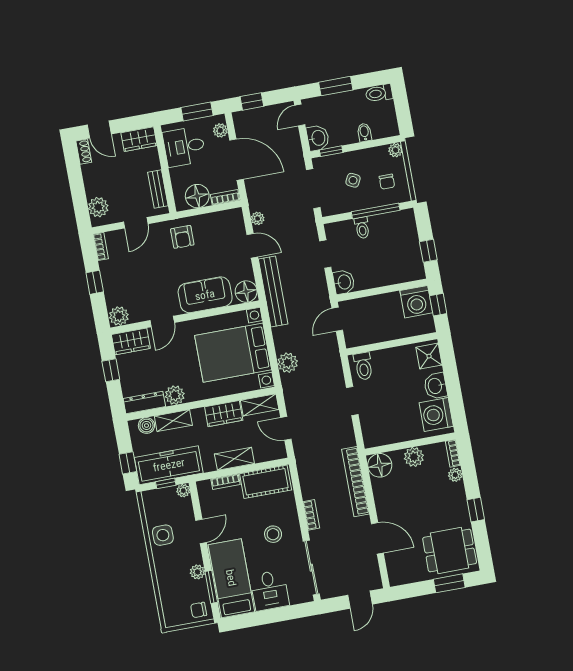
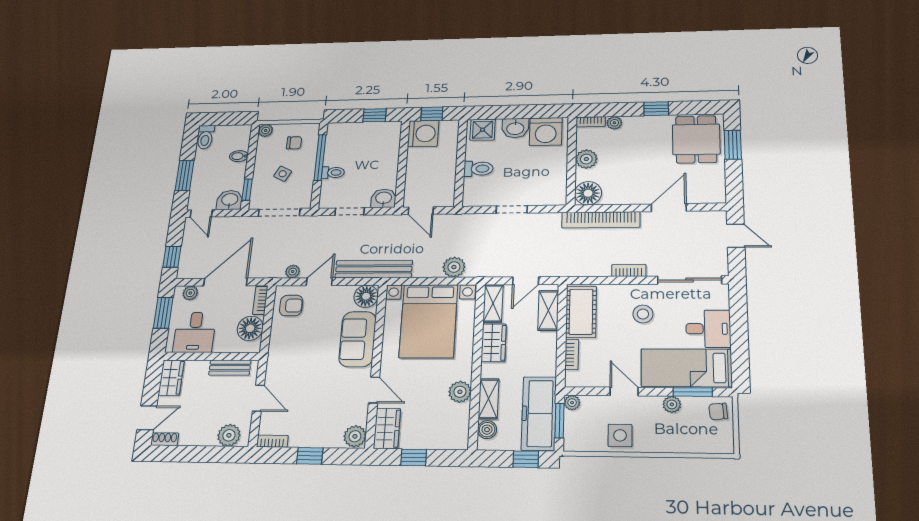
armchair: (182, 237) -> (291, 306), moved
toilet: (363, 366) -> (478, 169), moved
dresser: (144, 403) -> (460, 427), removed
shelving: (234, 459) -> (548, 310), moved
window: (166, 483) -> (559, 421), width x1.50
chair: (199, 610) -> (718, 411), turned 85

